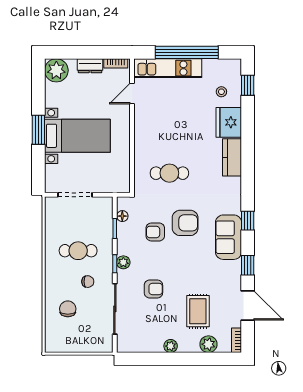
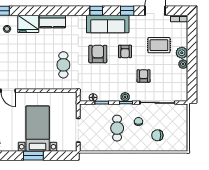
armchair: (155, 232) -> (125, 51), moved
sofa: (229, 237) -> (108, 24), width x1.36
plant: (208, 344) -> (182, 53), moved

